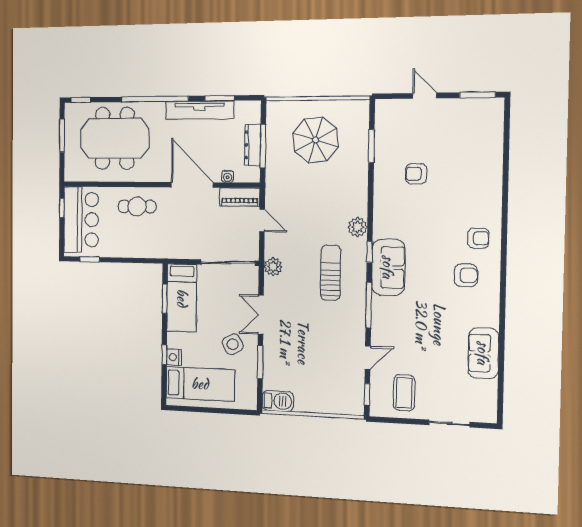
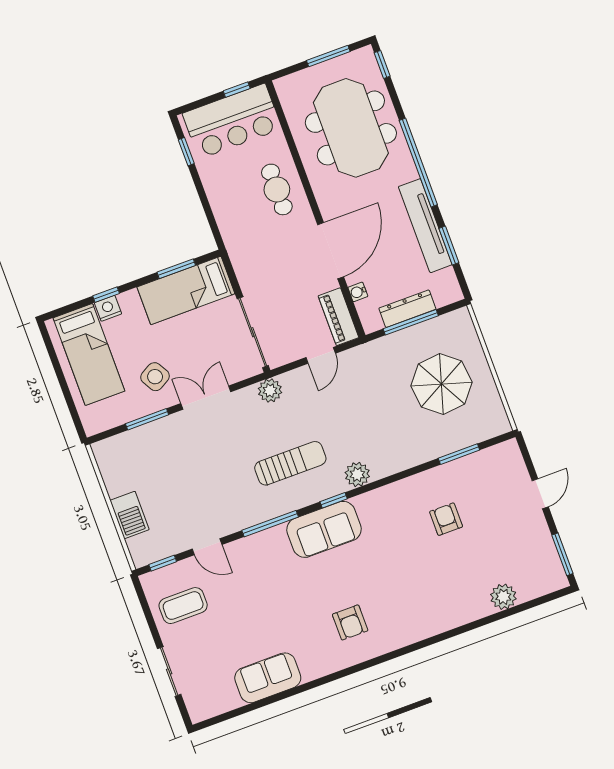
plant: (492, 152) -> (503, 597), added
armchair: (478, 238) -> (399, 620), removed
barbecue: (278, 401) -> (130, 515), moved

